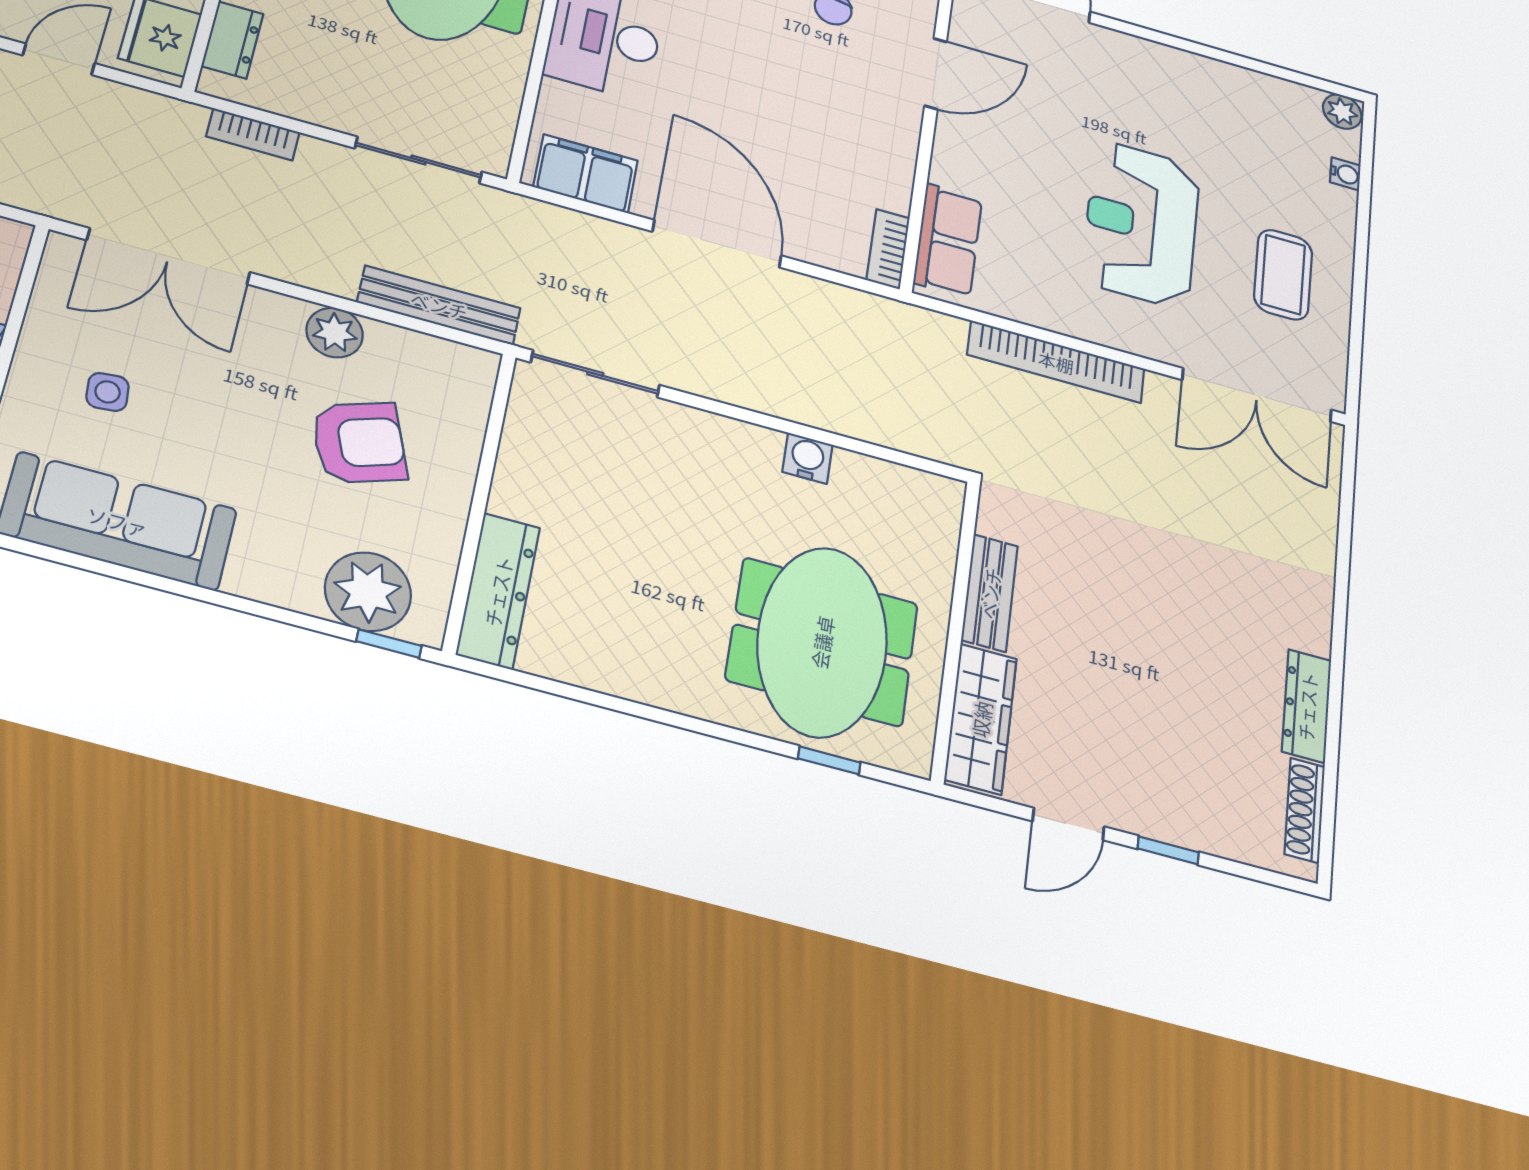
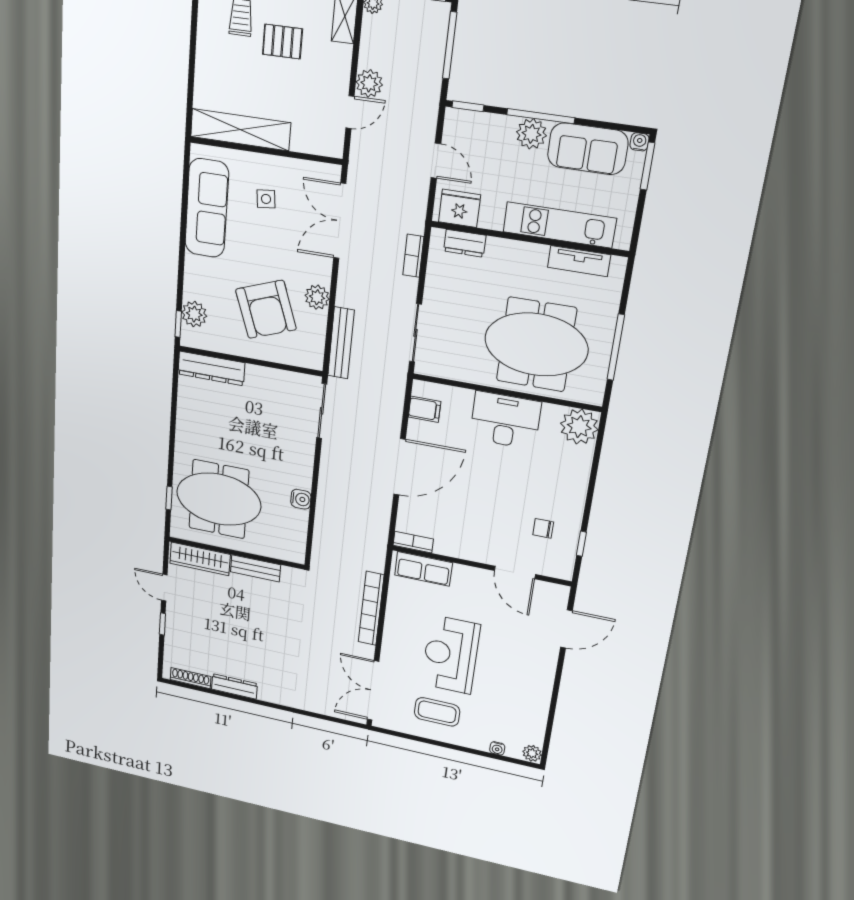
filing cabinet: (586, 174) -> (424, 409), width x0.50
reception desk: (1141, 224) -> (451, 655), turned -90
armchair: (359, 443) -> (266, 309), width x1.36, depth x1.36
plant: (368, 592) -> (194, 314), width x0.73, depth x0.73

